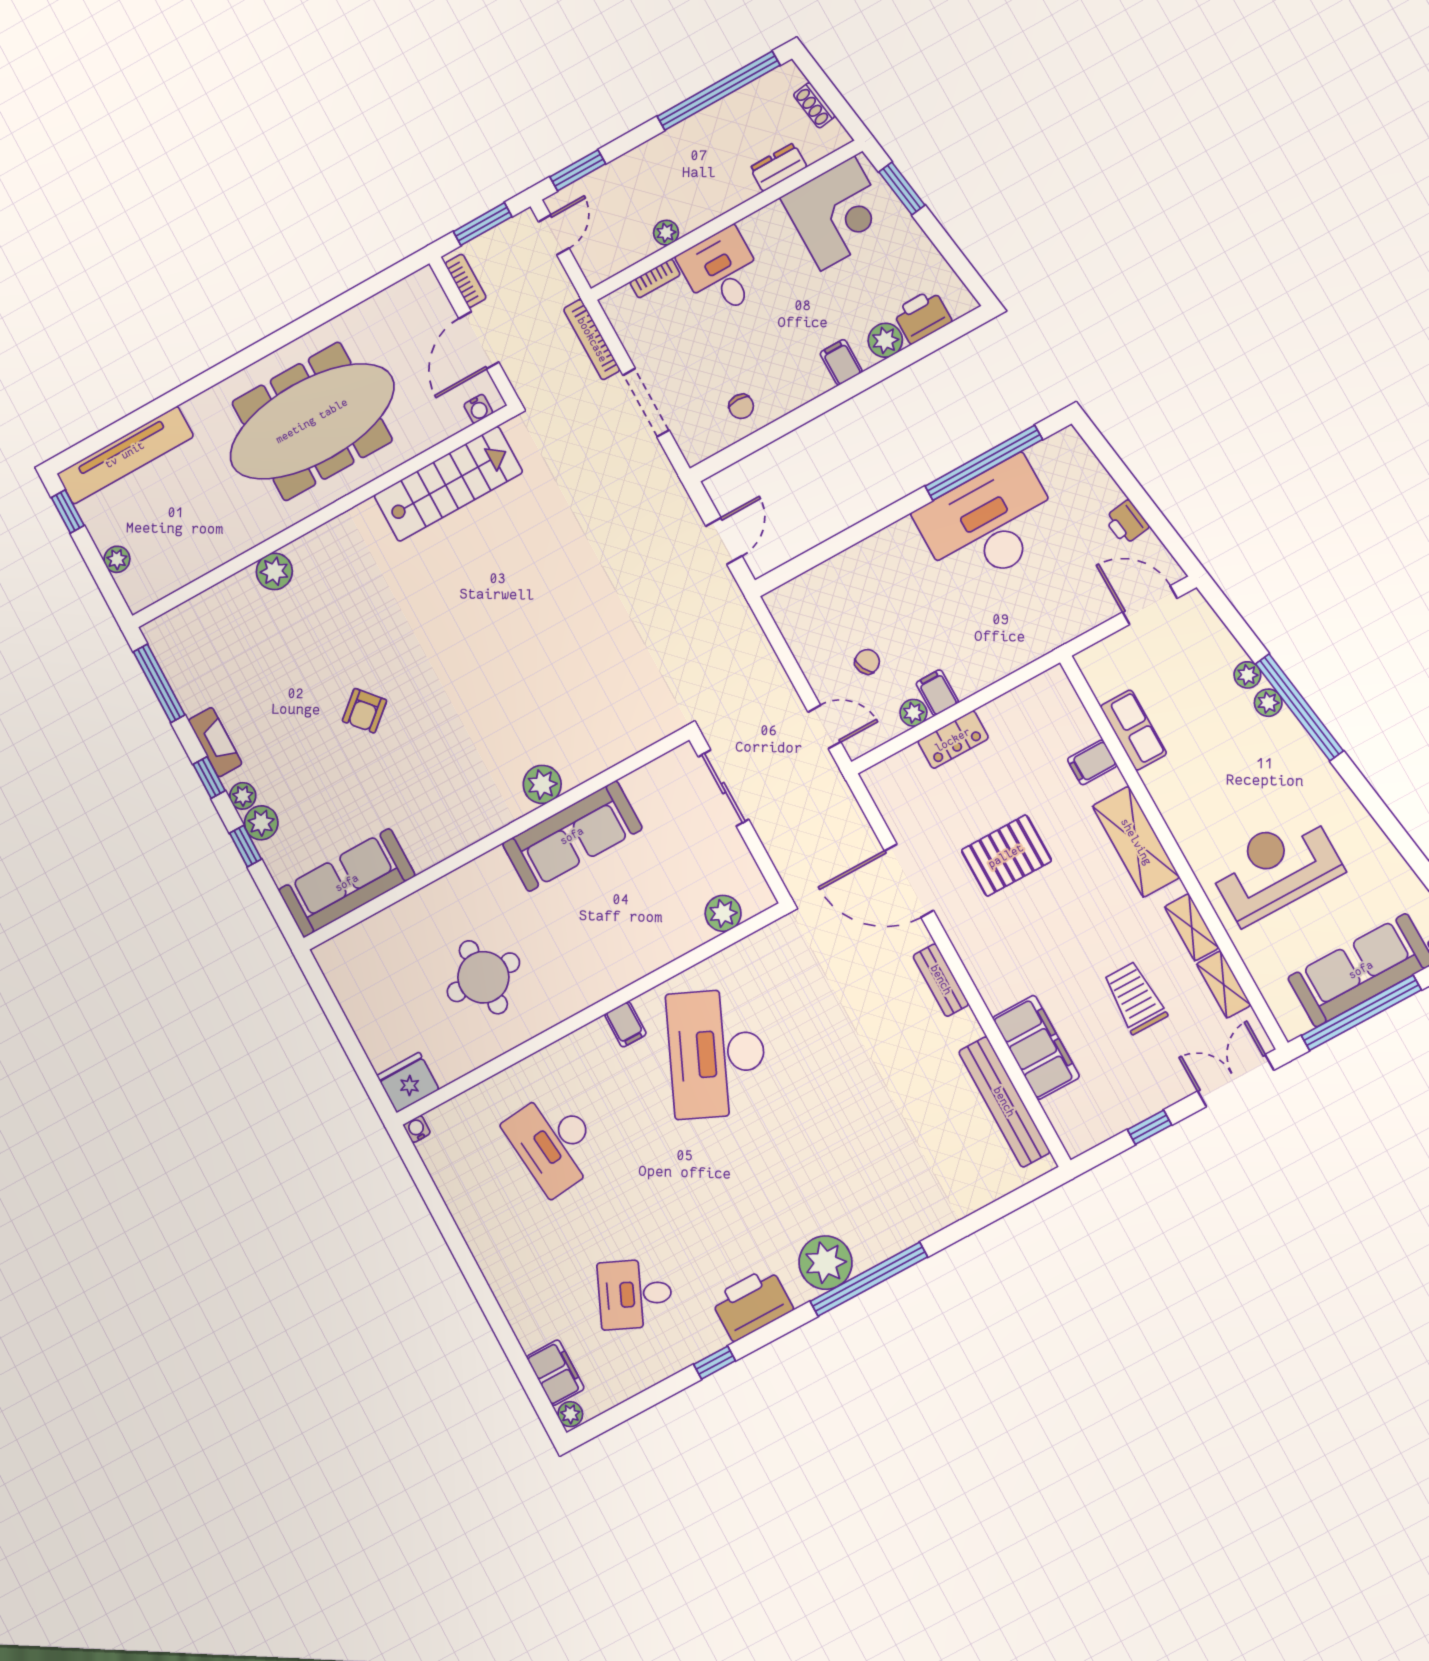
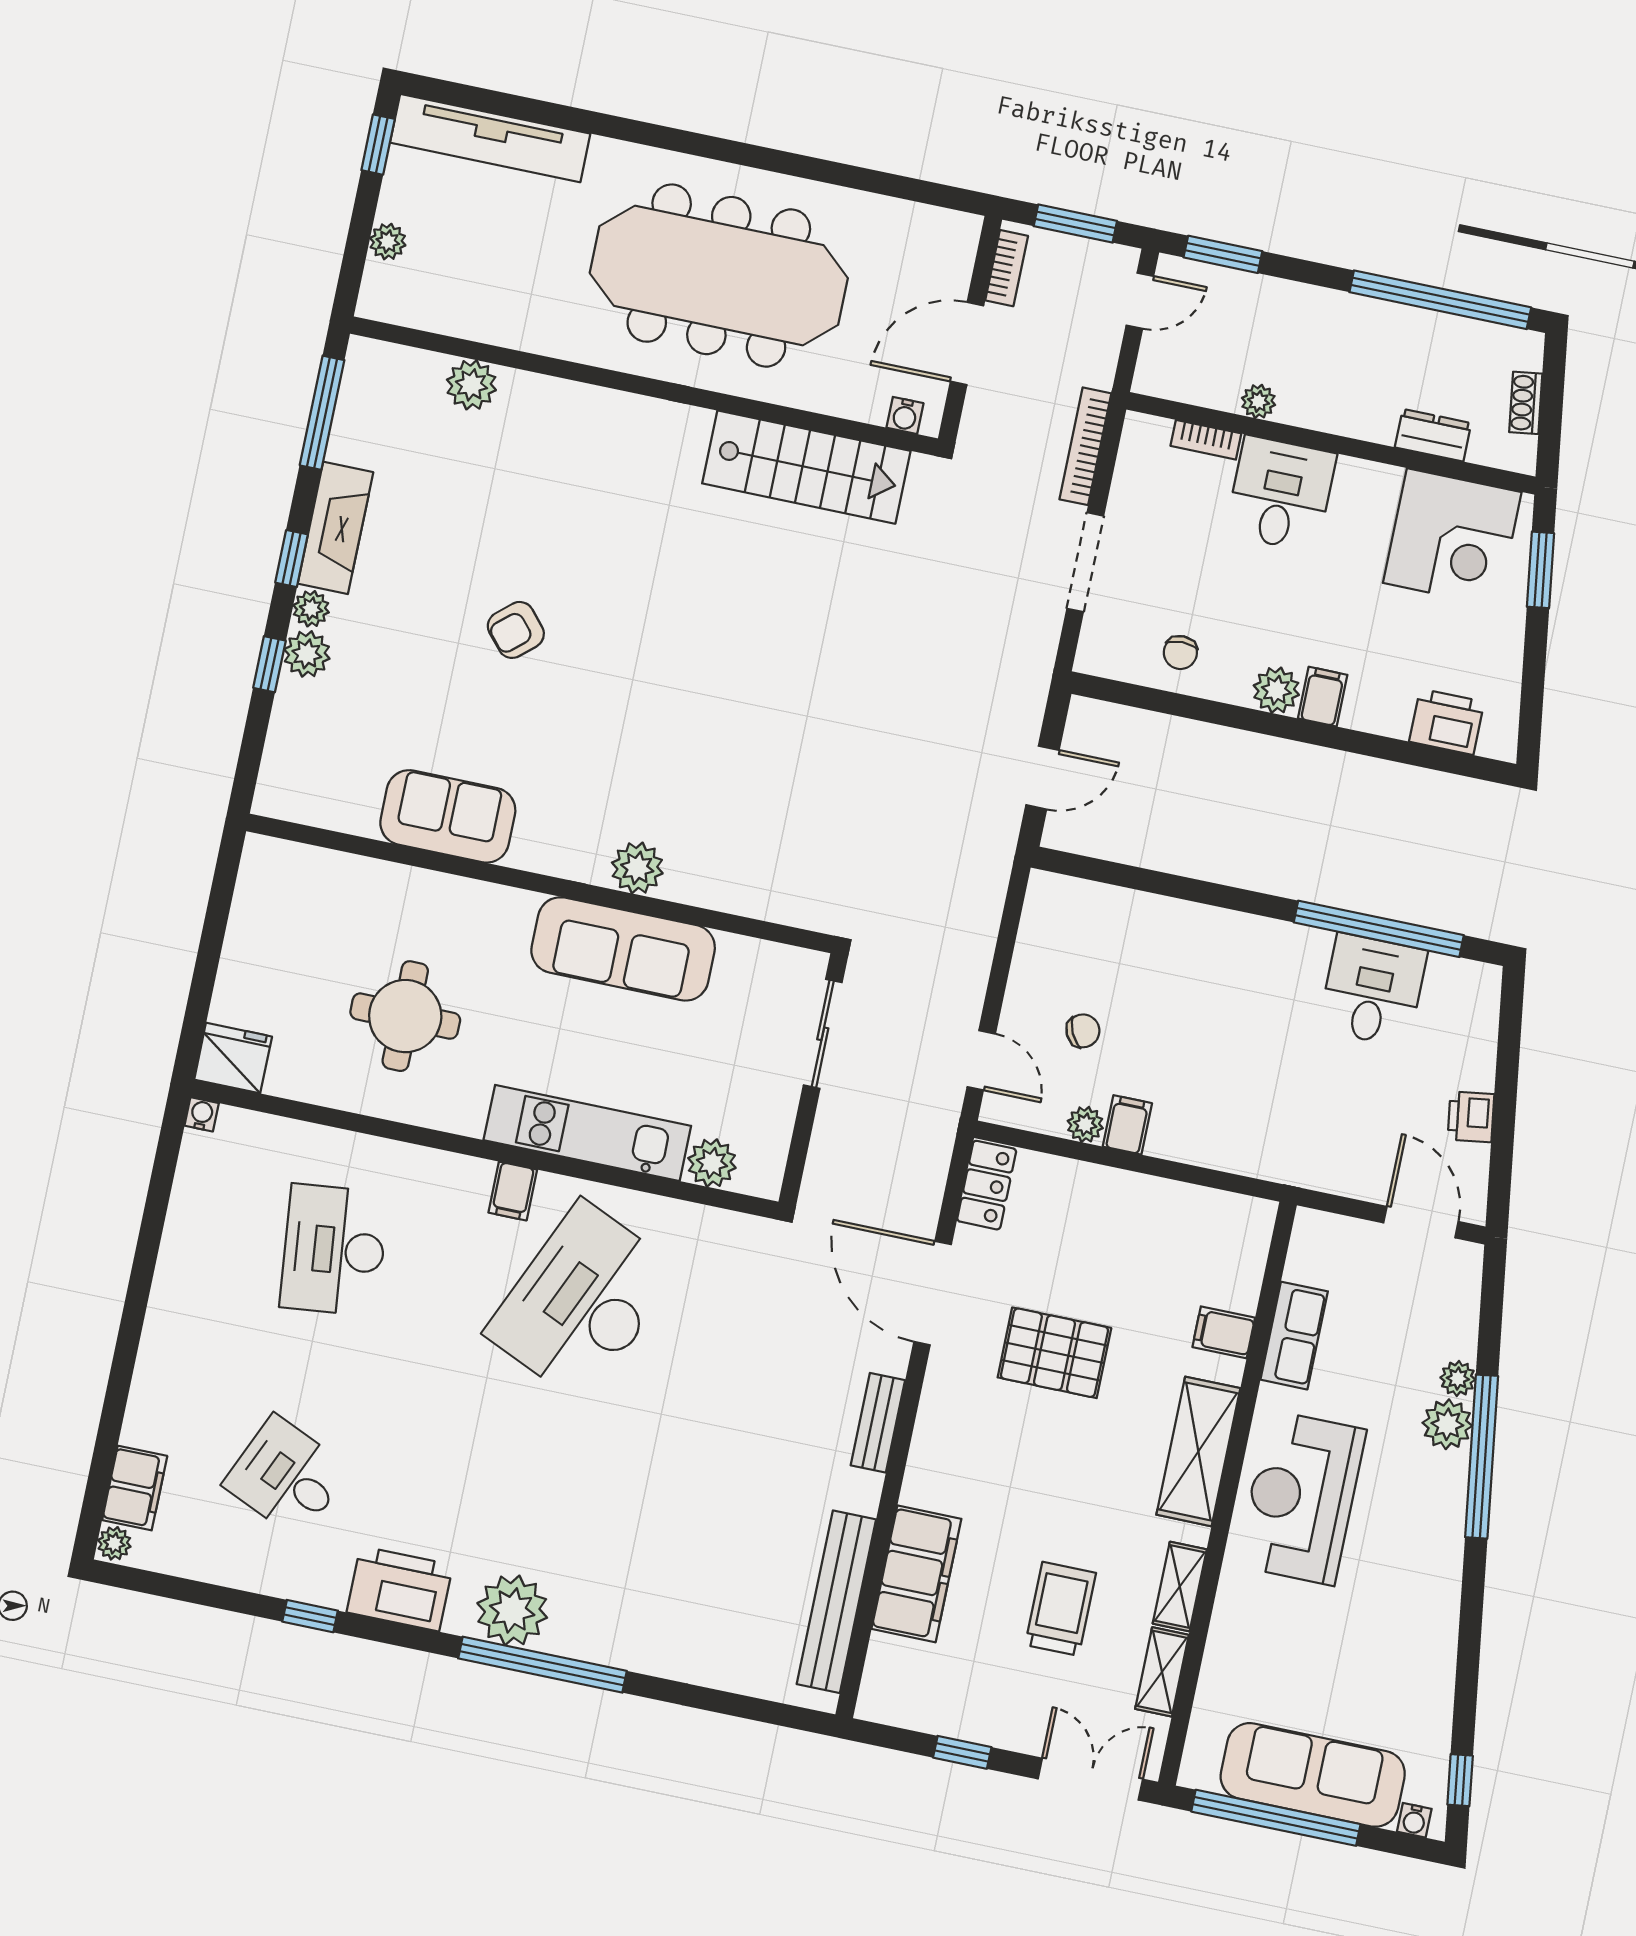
plant: (885, 340) -> (1276, 690), moved
desk: (989, 524) -> (1373, 990), width x0.53, depth x0.77
plant: (274, 571) -> (471, 385), moved
plant: (1268, 703) -> (1447, 1424), width x1.38, depth x1.38
locker: (953, 740) -> (987, 1185), moved, turned -90
fireplace: (215, 742) -> (336, 528), width x1.37, depth x1.32
reception desk: (1275, 868) -> (1301, 1498), moved, turned -90
sofa: (347, 883) -> (448, 816), moved, width x0.73
kitchen unit: (639, 956) -> (587, 1133), added

